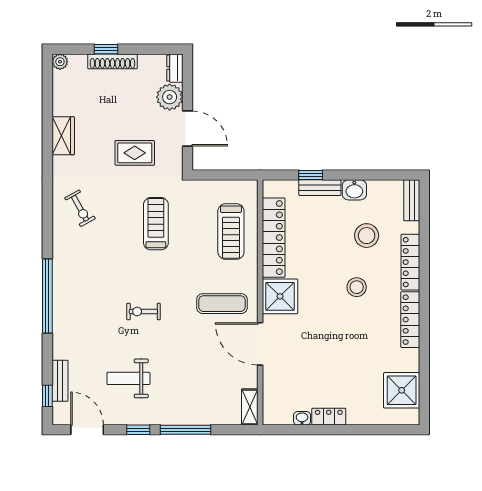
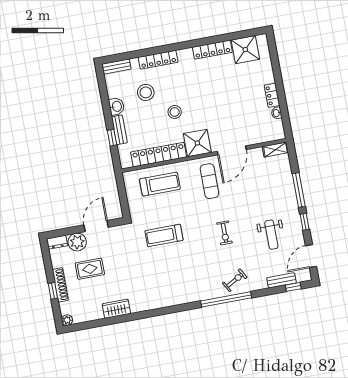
rug: (135, 153) -> (90, 269), moved, turned 90
exercise bike: (80, 208) -> (235, 280), moved
stool: (357, 287) -> (175, 112), moved
locker: (410, 320) -> (212, 50), moved

